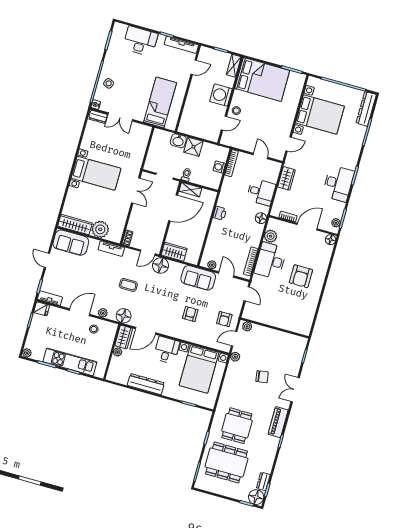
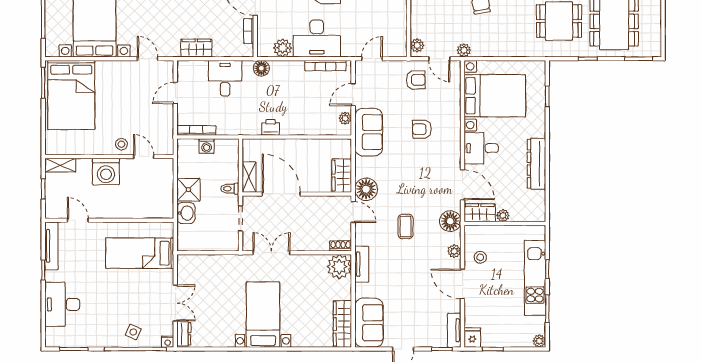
bed: (262, 79) -> (71, 95), moved, turned 180
plant: (100, 229) -> (339, 267), moved

